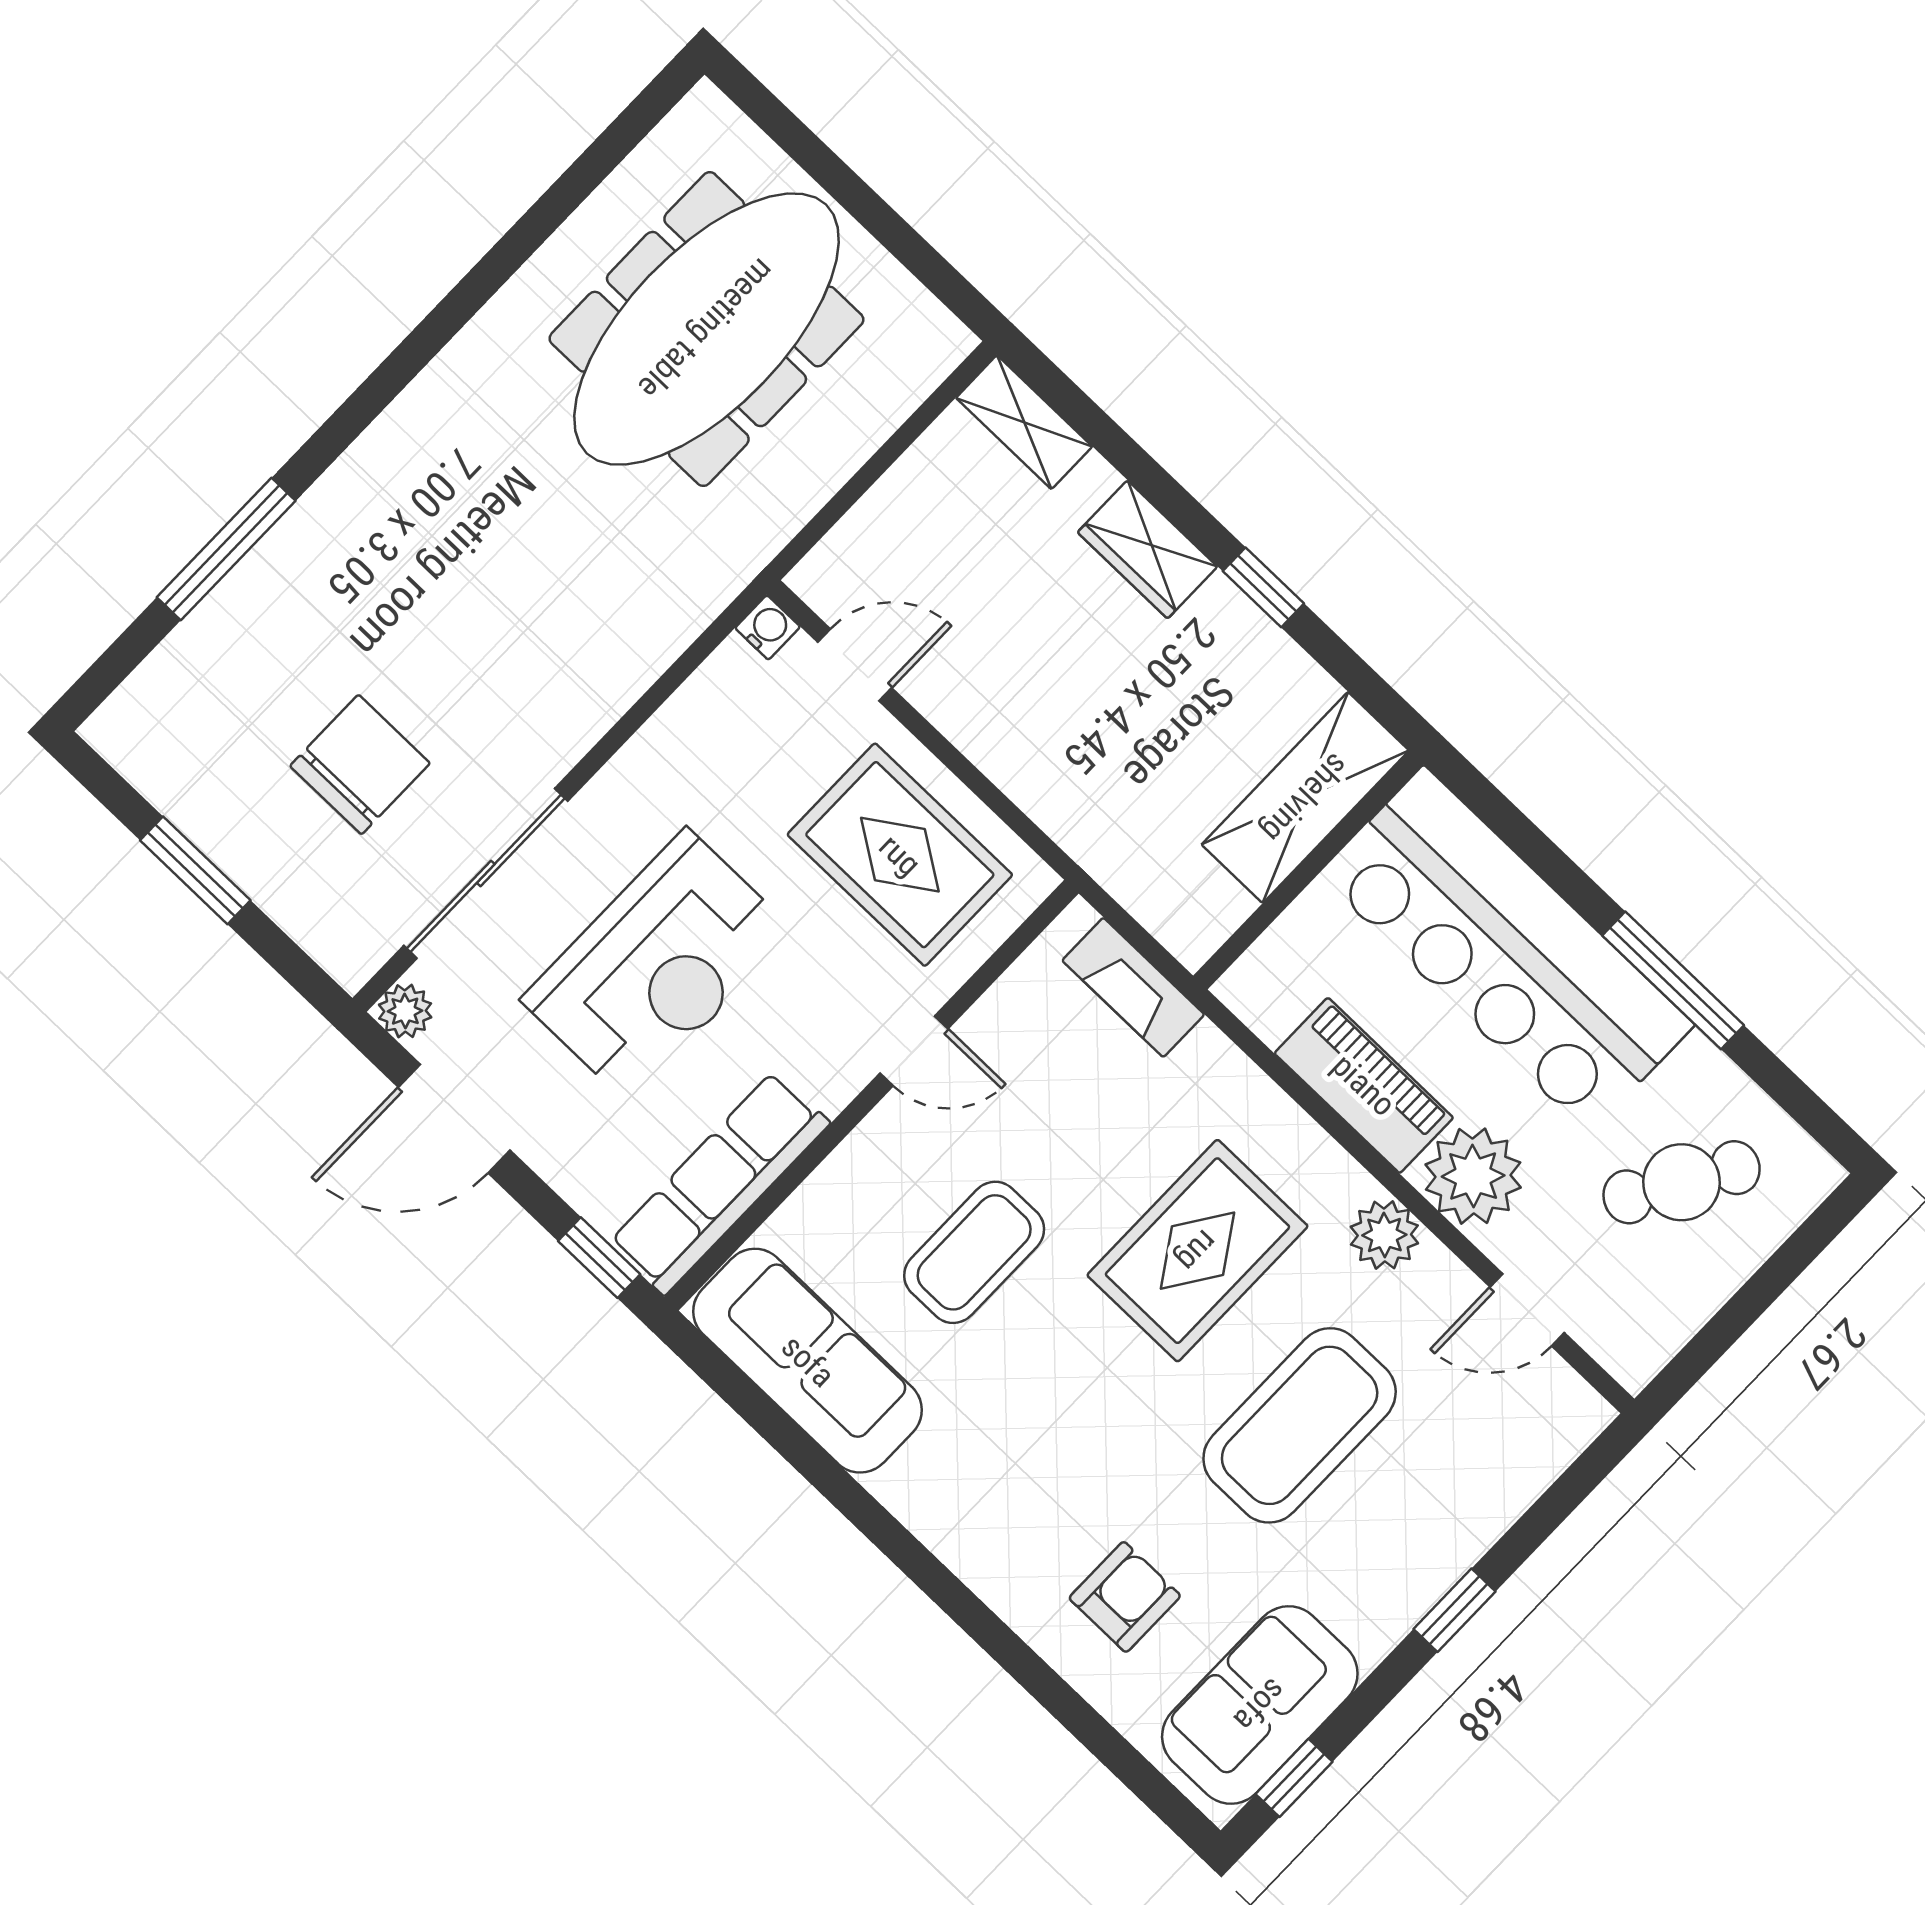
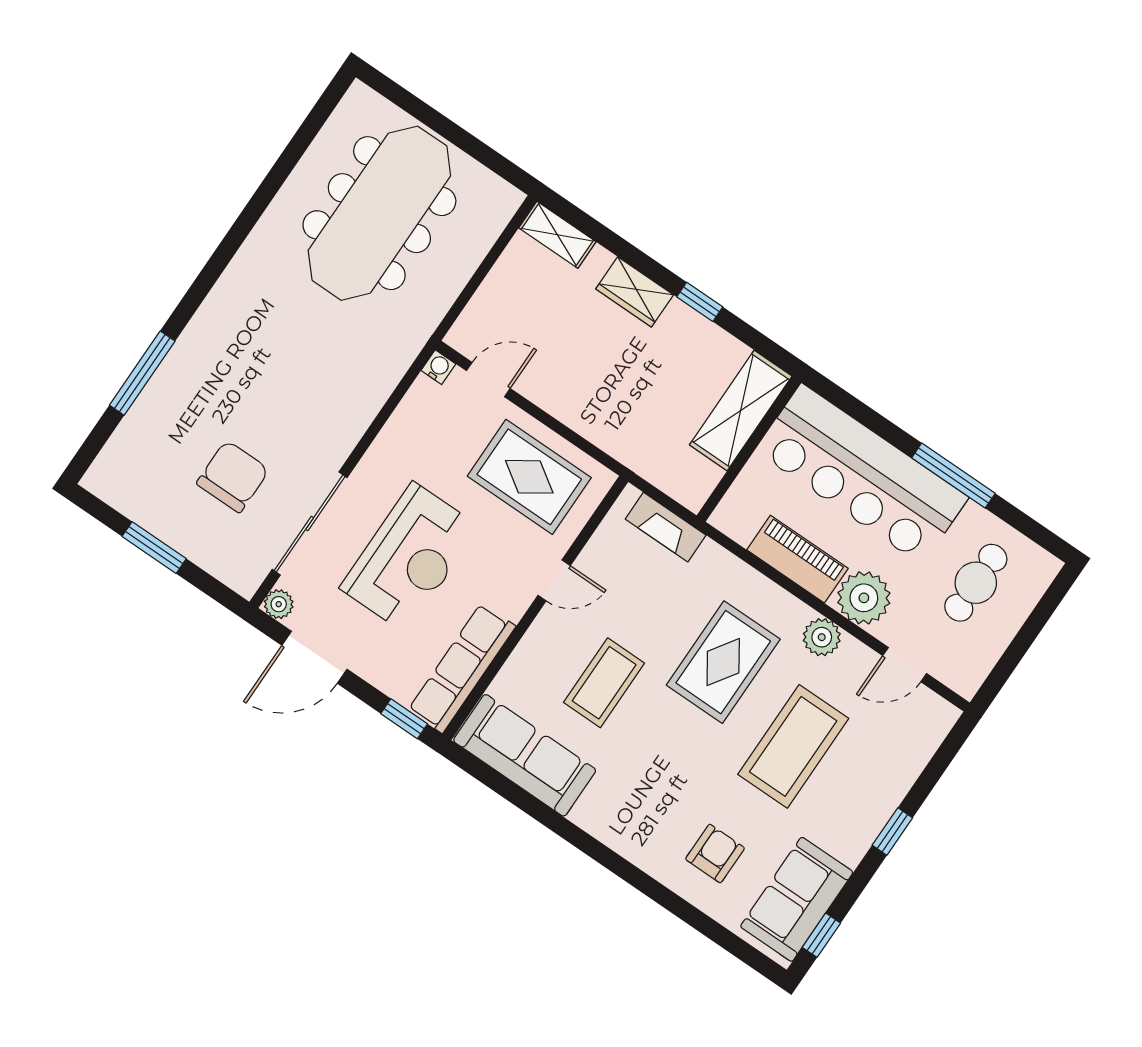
cafe table: (1682, 1182) -> (976, 583), turned -31

